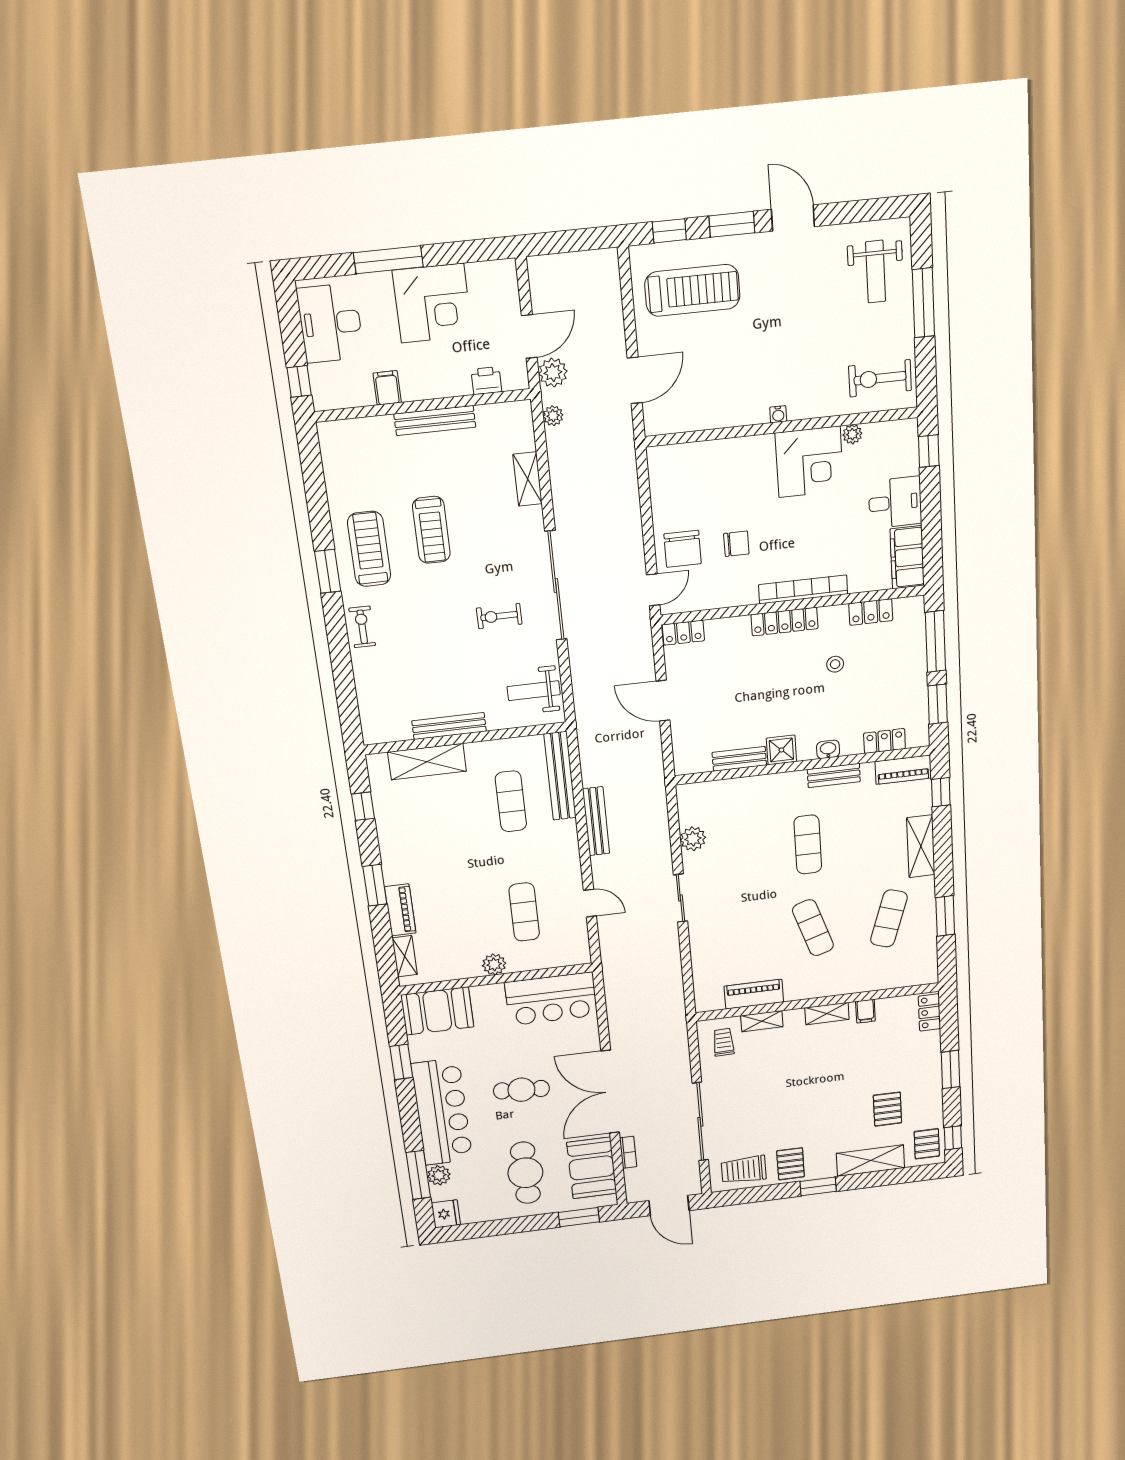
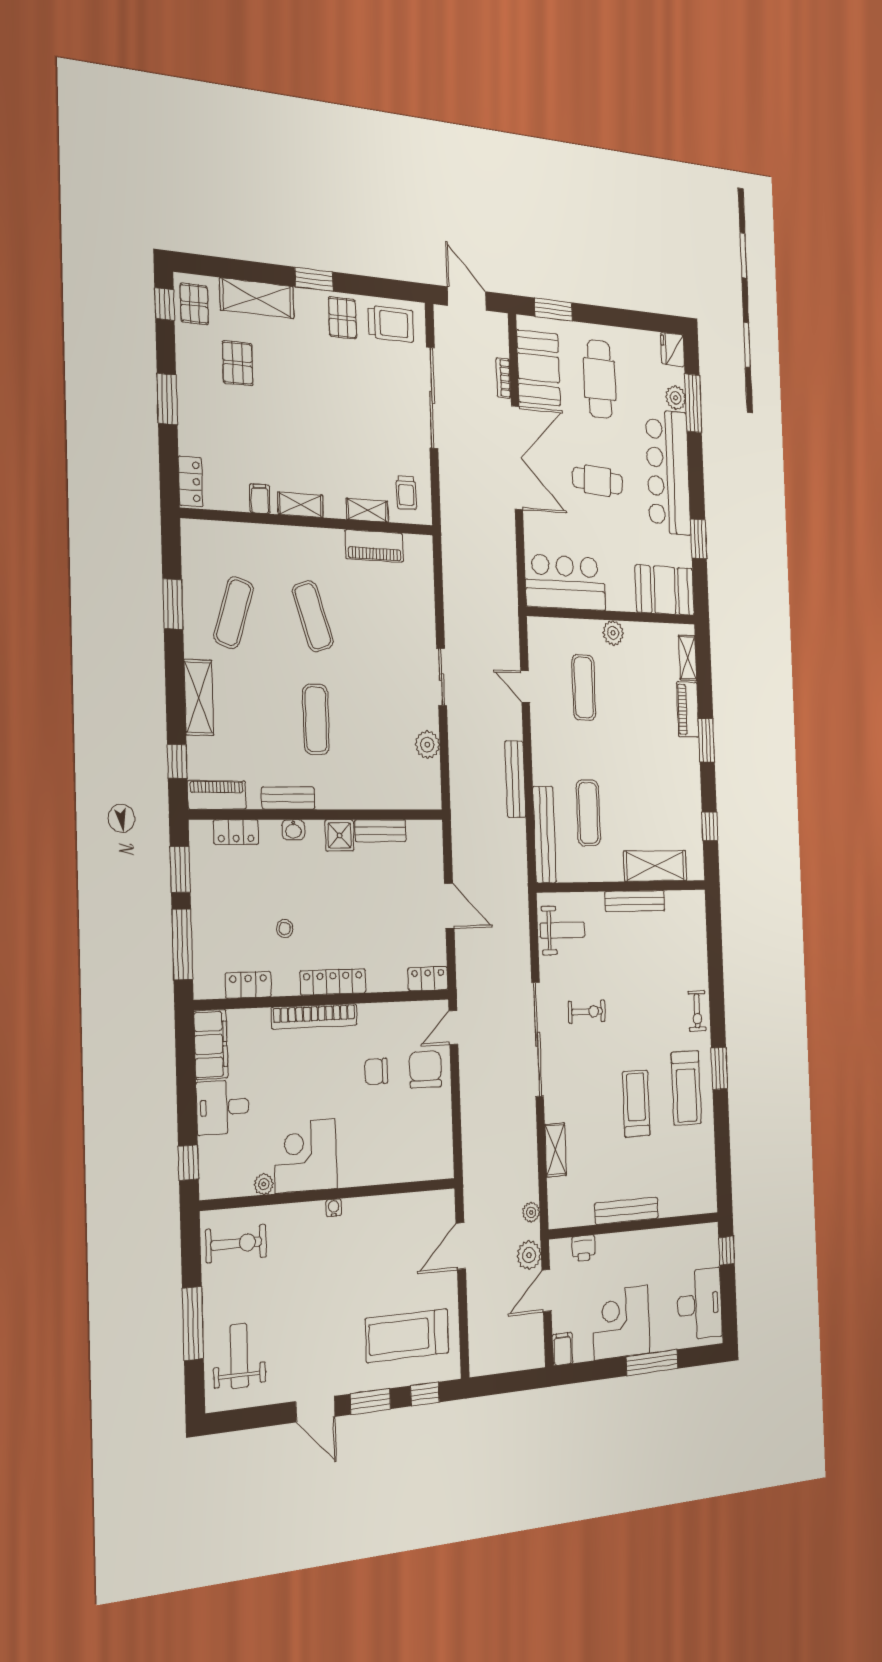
filing cabinet: (387, 388) -> (563, 1349), moved, turned 180

